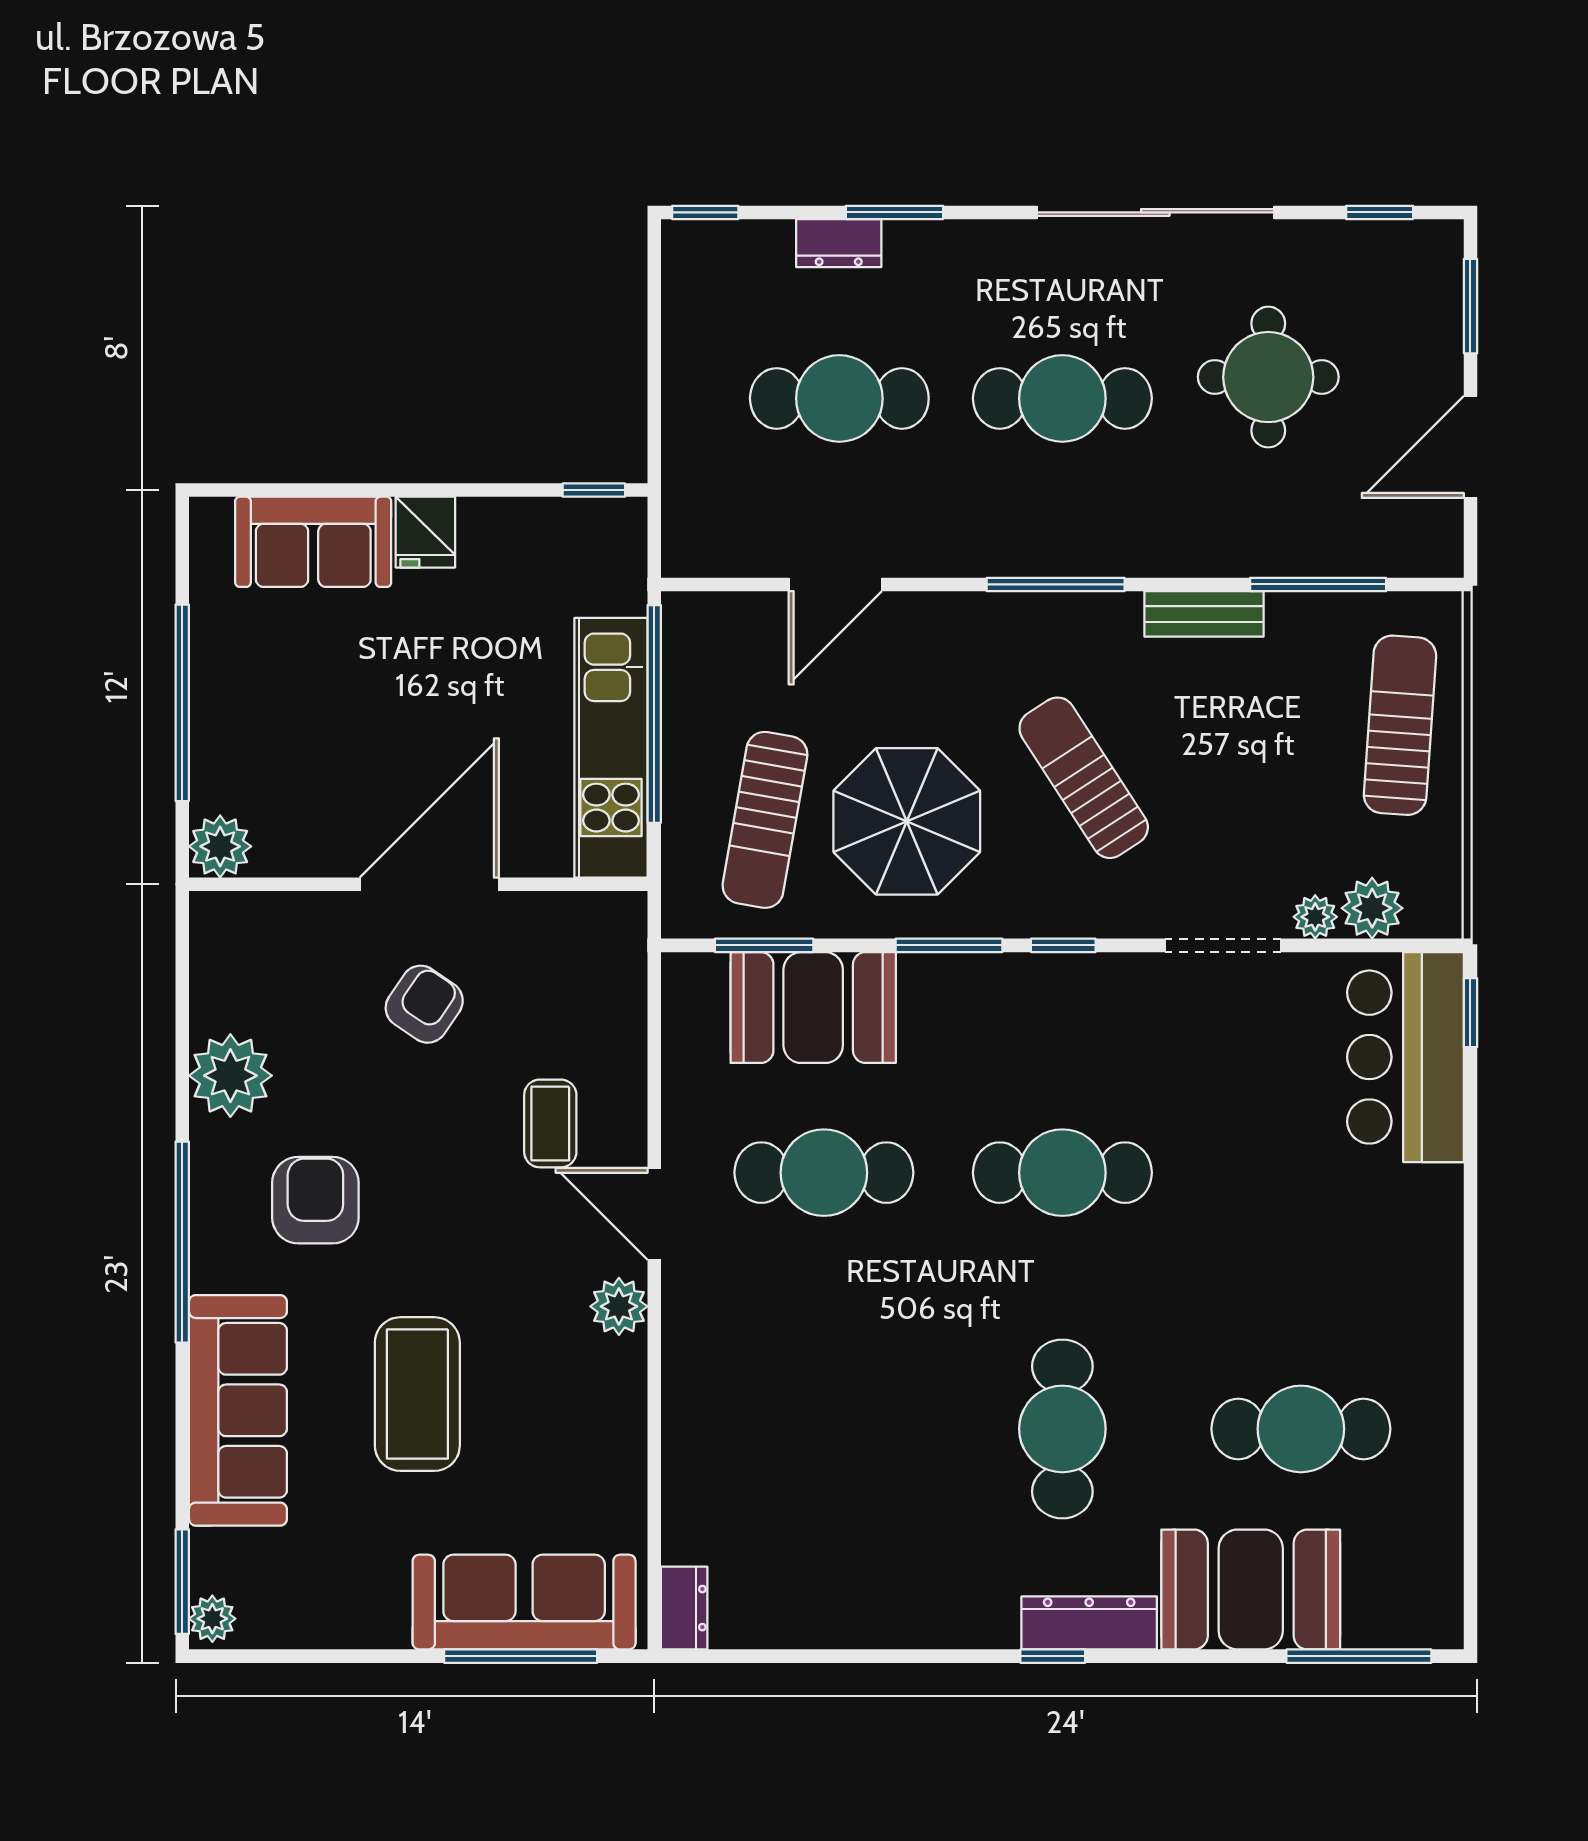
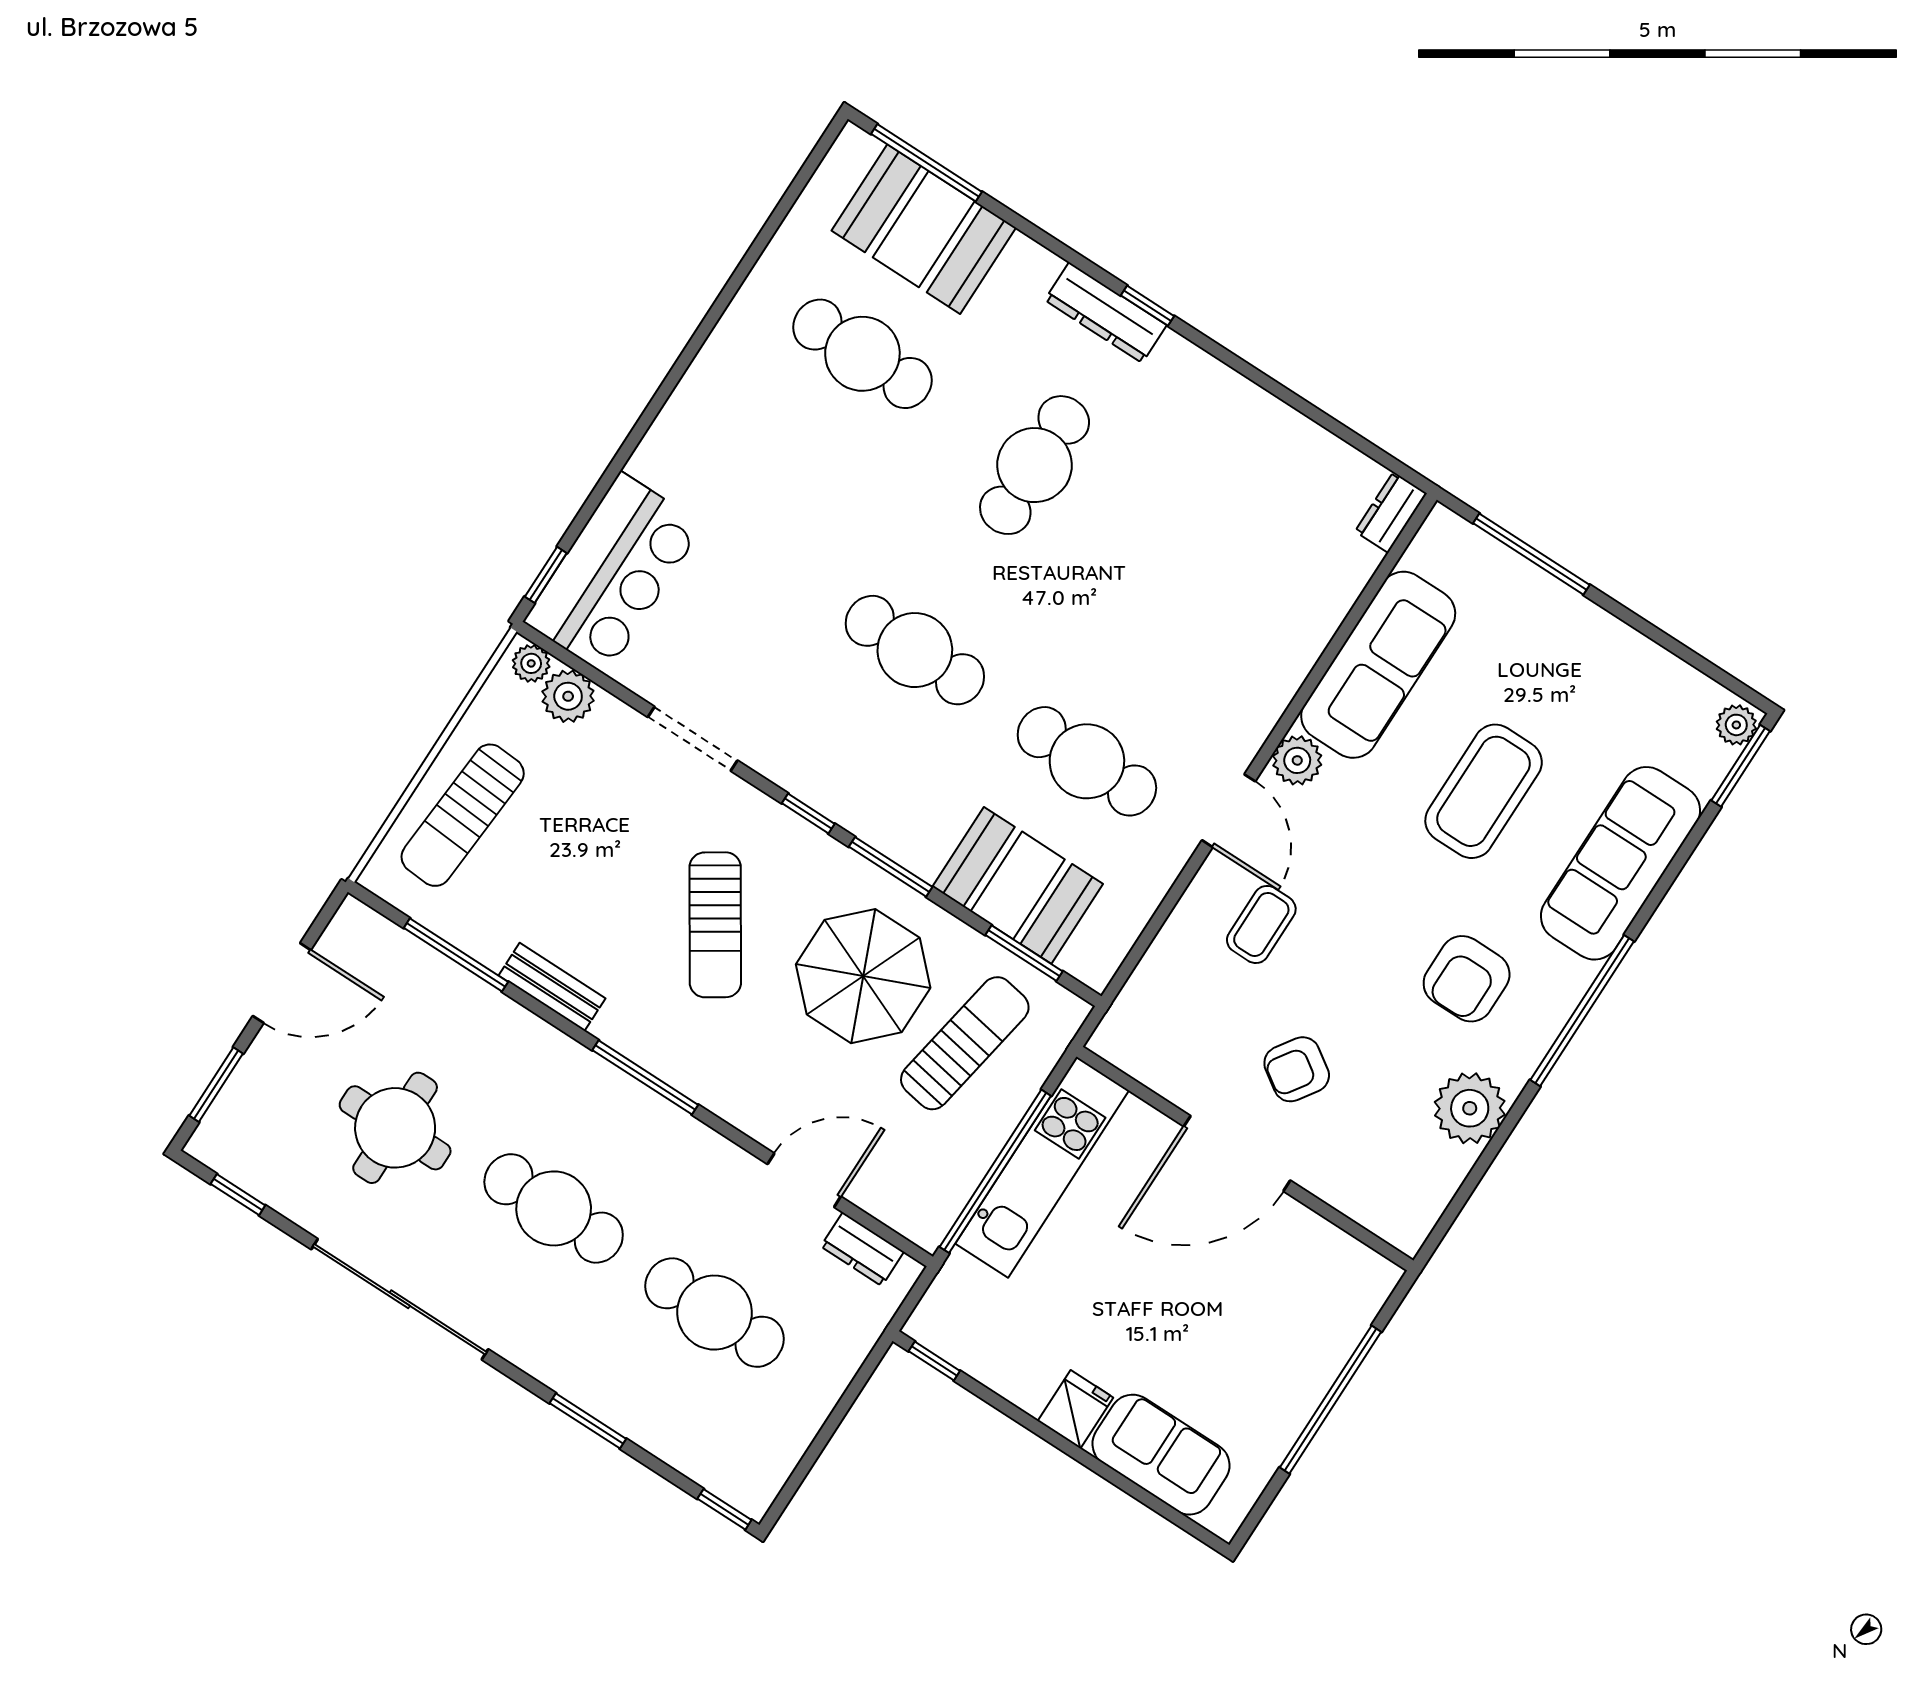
dresser: (839, 243) -> (862, 1249), moved, turned 180
plant: (220, 846) -> (1370, 1278), removed
plant: (1315, 917) -> (531, 663), moved
booth: (1251, 1589) -> (924, 229), moved
sofa: (524, 1602) -> (1378, 665), moved, turned -90

